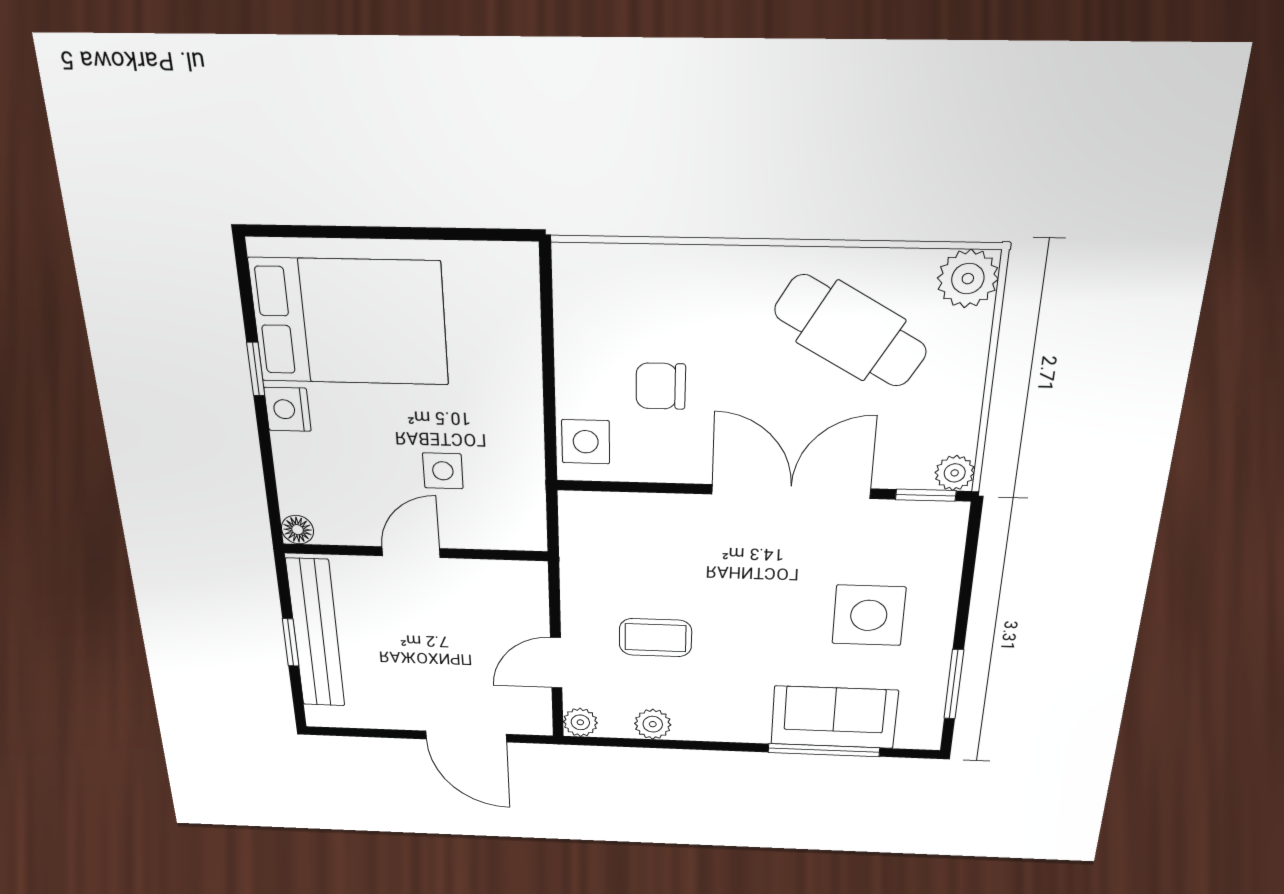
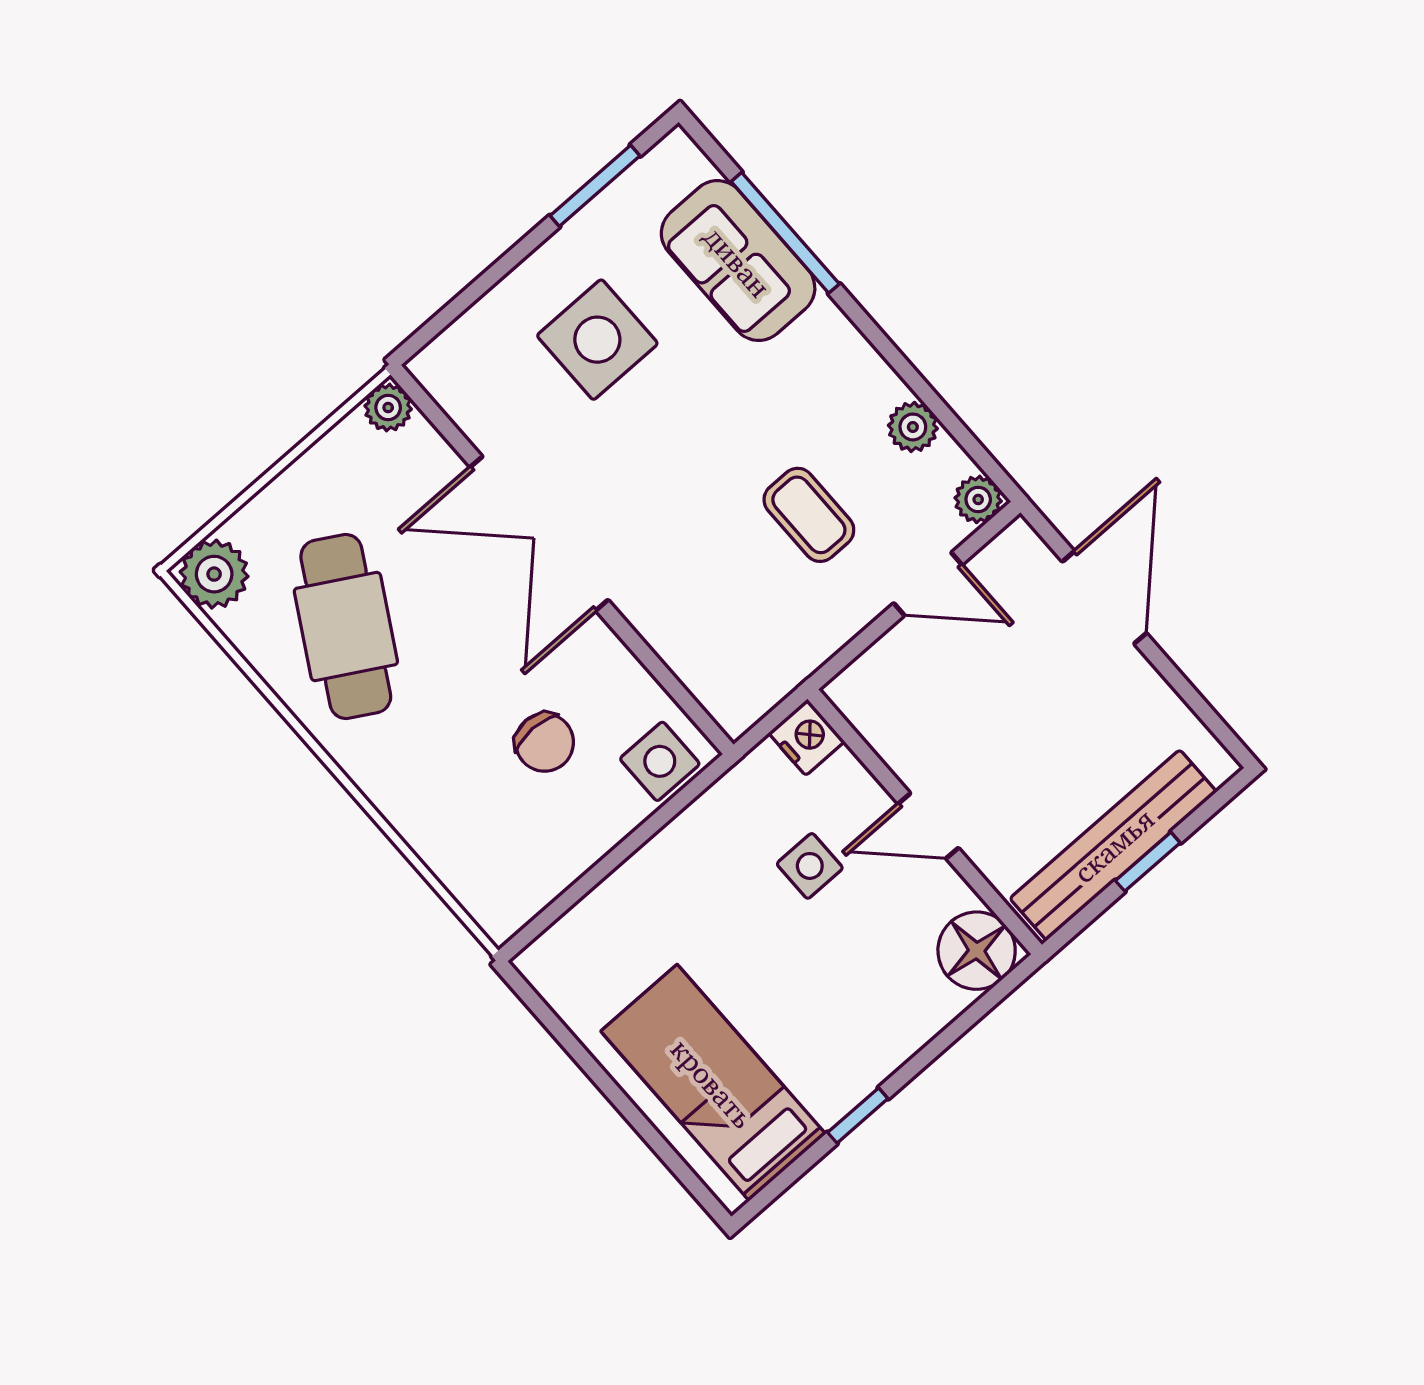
bed: (350, 322) -> (713, 1083), width x0.67
nightstand: (288, 409) -> (807, 737), moved, turned -90
window: (926, 495) -> (432, 411), removed
floor lamp: (298, 530) -> (977, 951), width x1.89, depth x1.89

